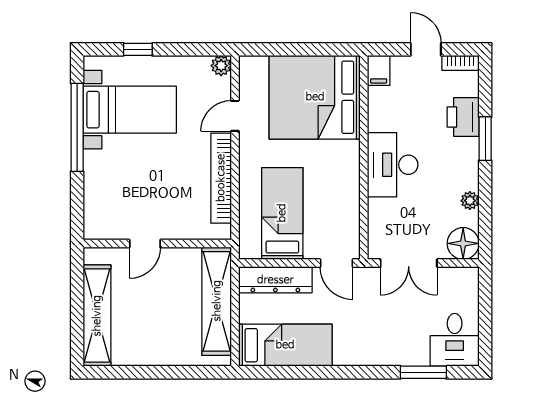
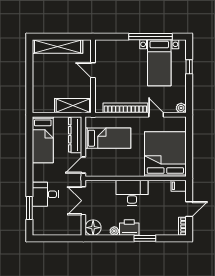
printer: (463, 117) -> (129, 228), moved
shelving: (217, 301) -> (73, 106), width x0.68
desk: (455, 340) -> (45, 194), moved

